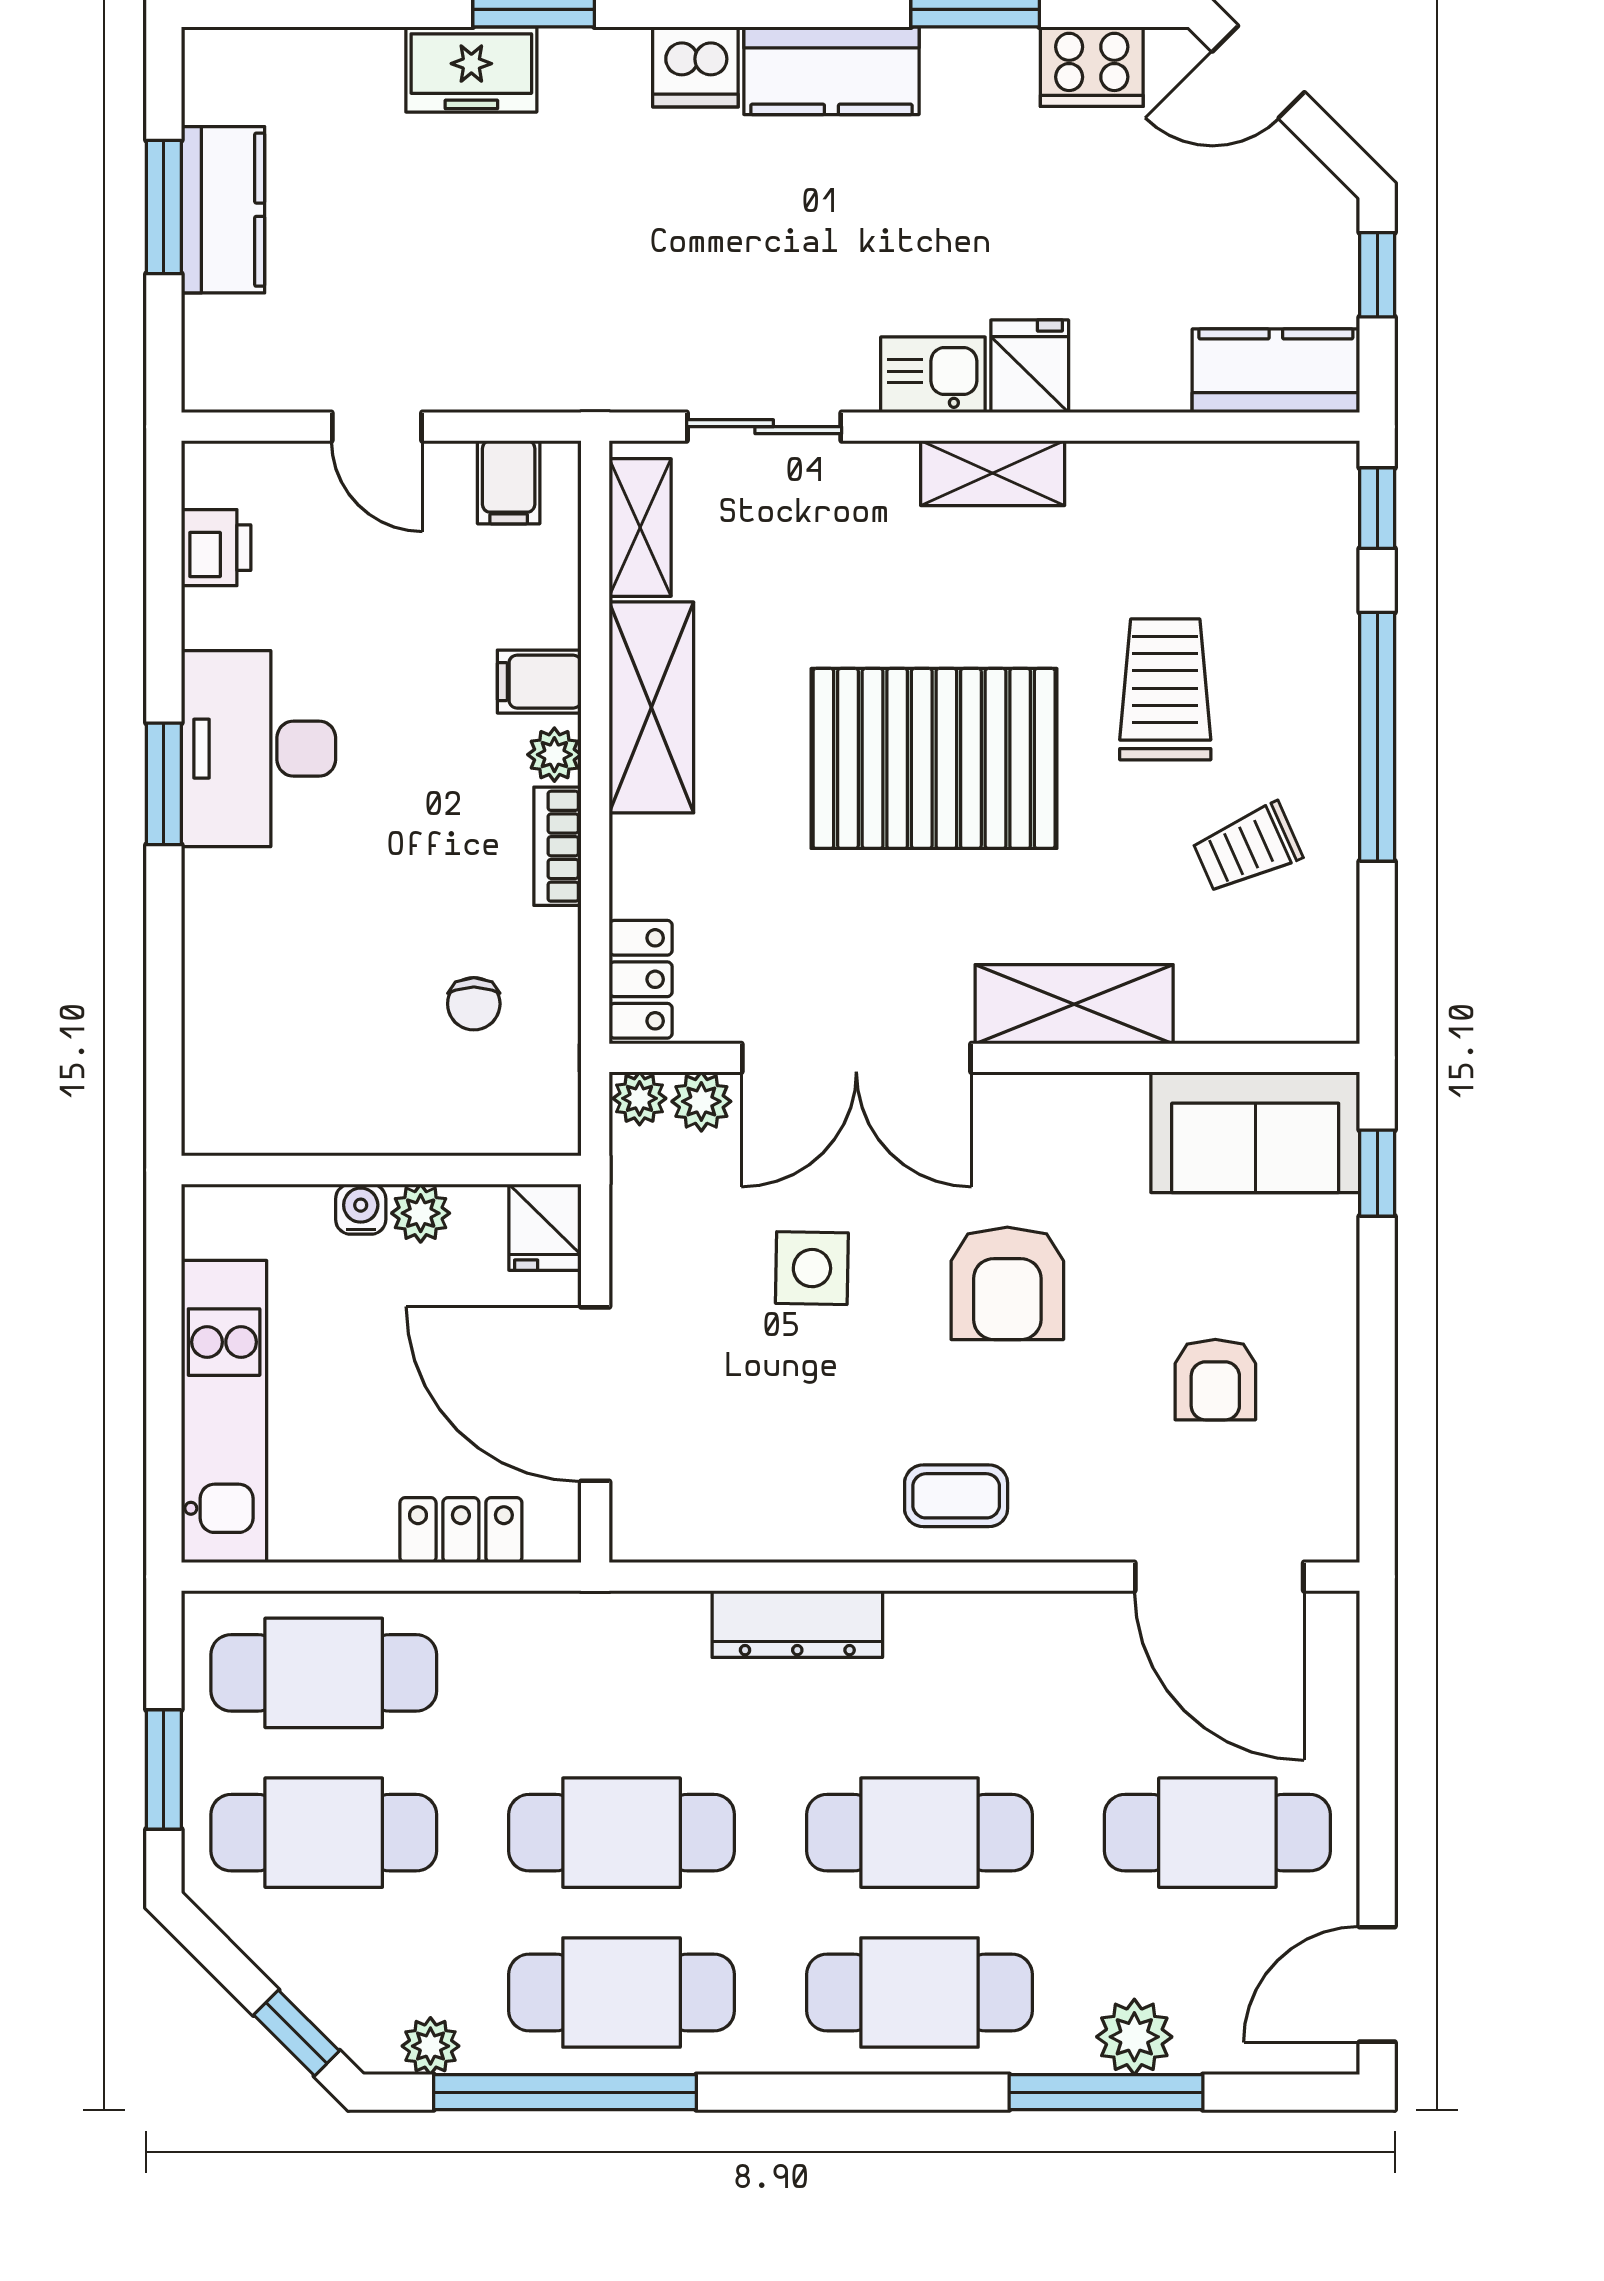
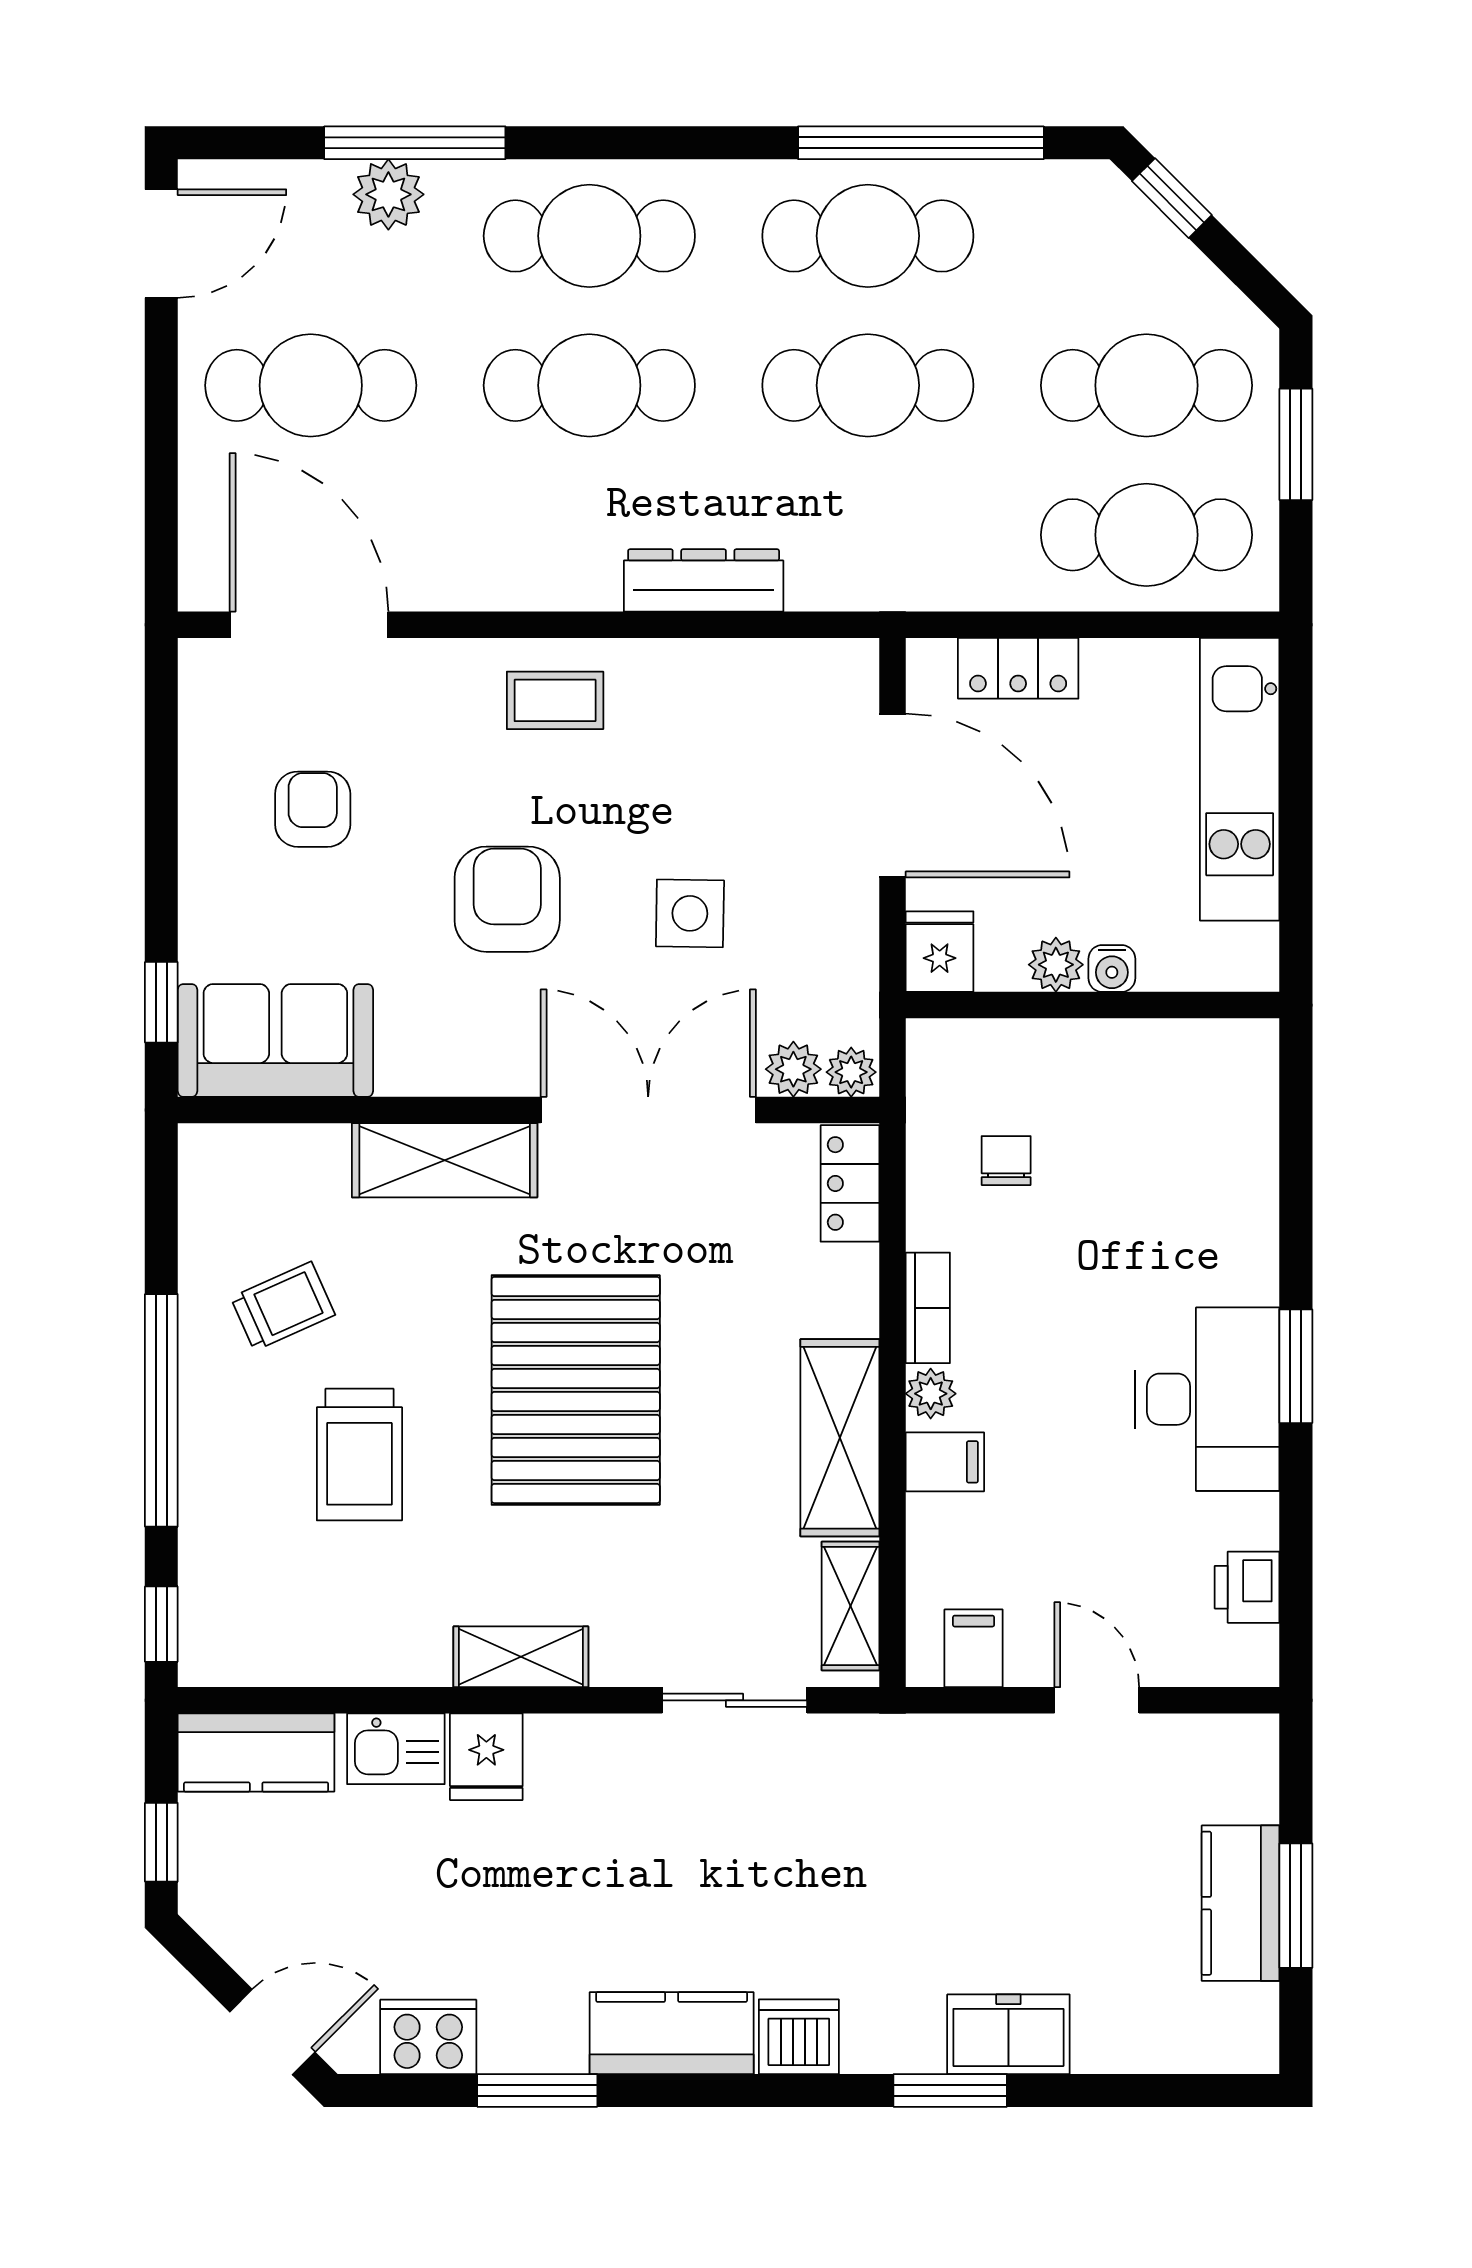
kitchen sink: (933, 375) -> (396, 1749), moved
pallet: (934, 758) -> (576, 1390), turned 90
plant: (430, 2046) -> (1047, 186), removed

